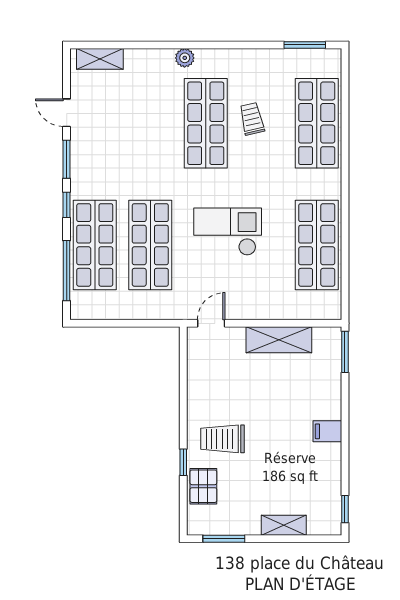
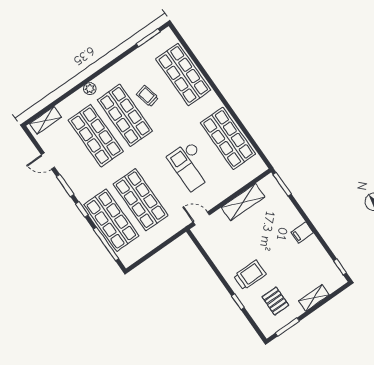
shop shelf: (150, 123) -> (96, 136), added
checkout: (228, 232) -> (191, 166), moved, turned -90
door: (211, 323) -> (201, 218), hinge flipped
trolley: (223, 439) -> (250, 275), turned 180
pallet: (203, 486) -> (275, 301), moved

